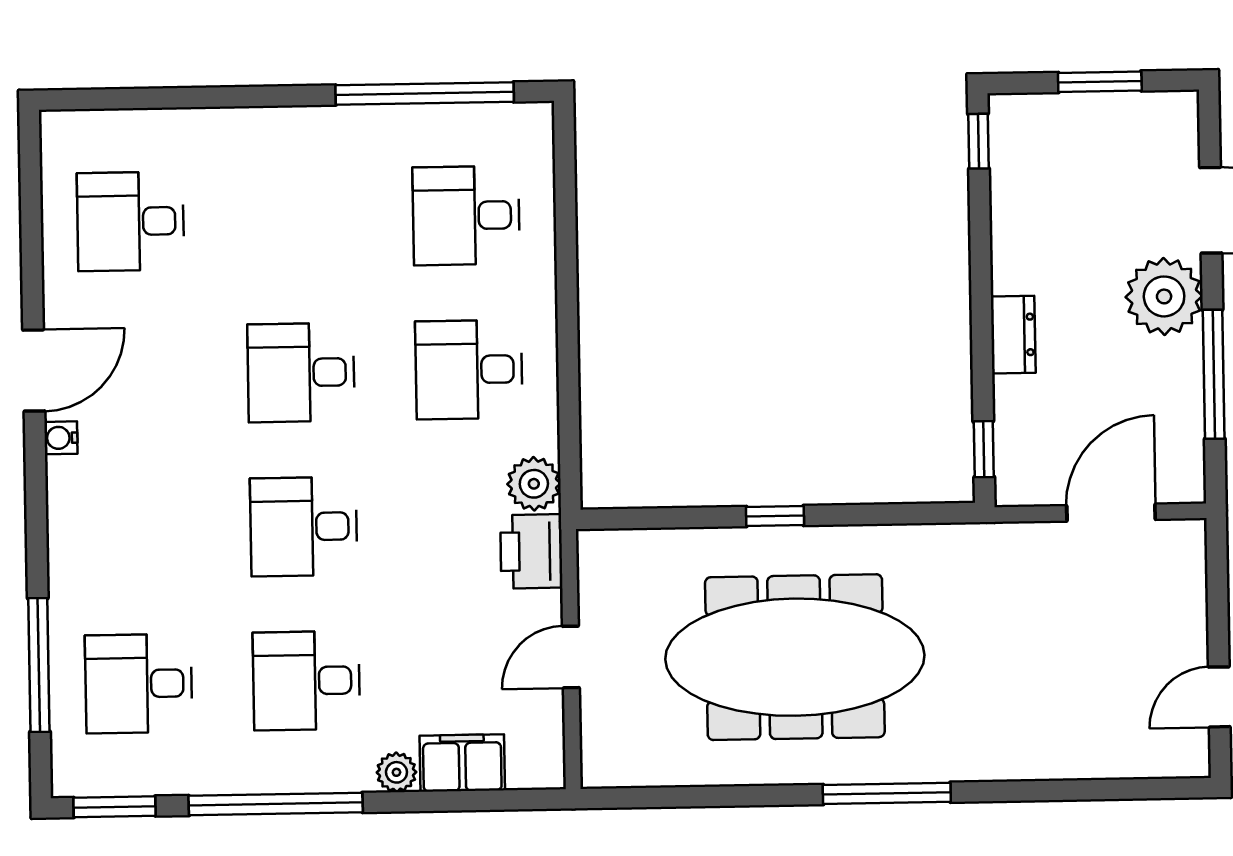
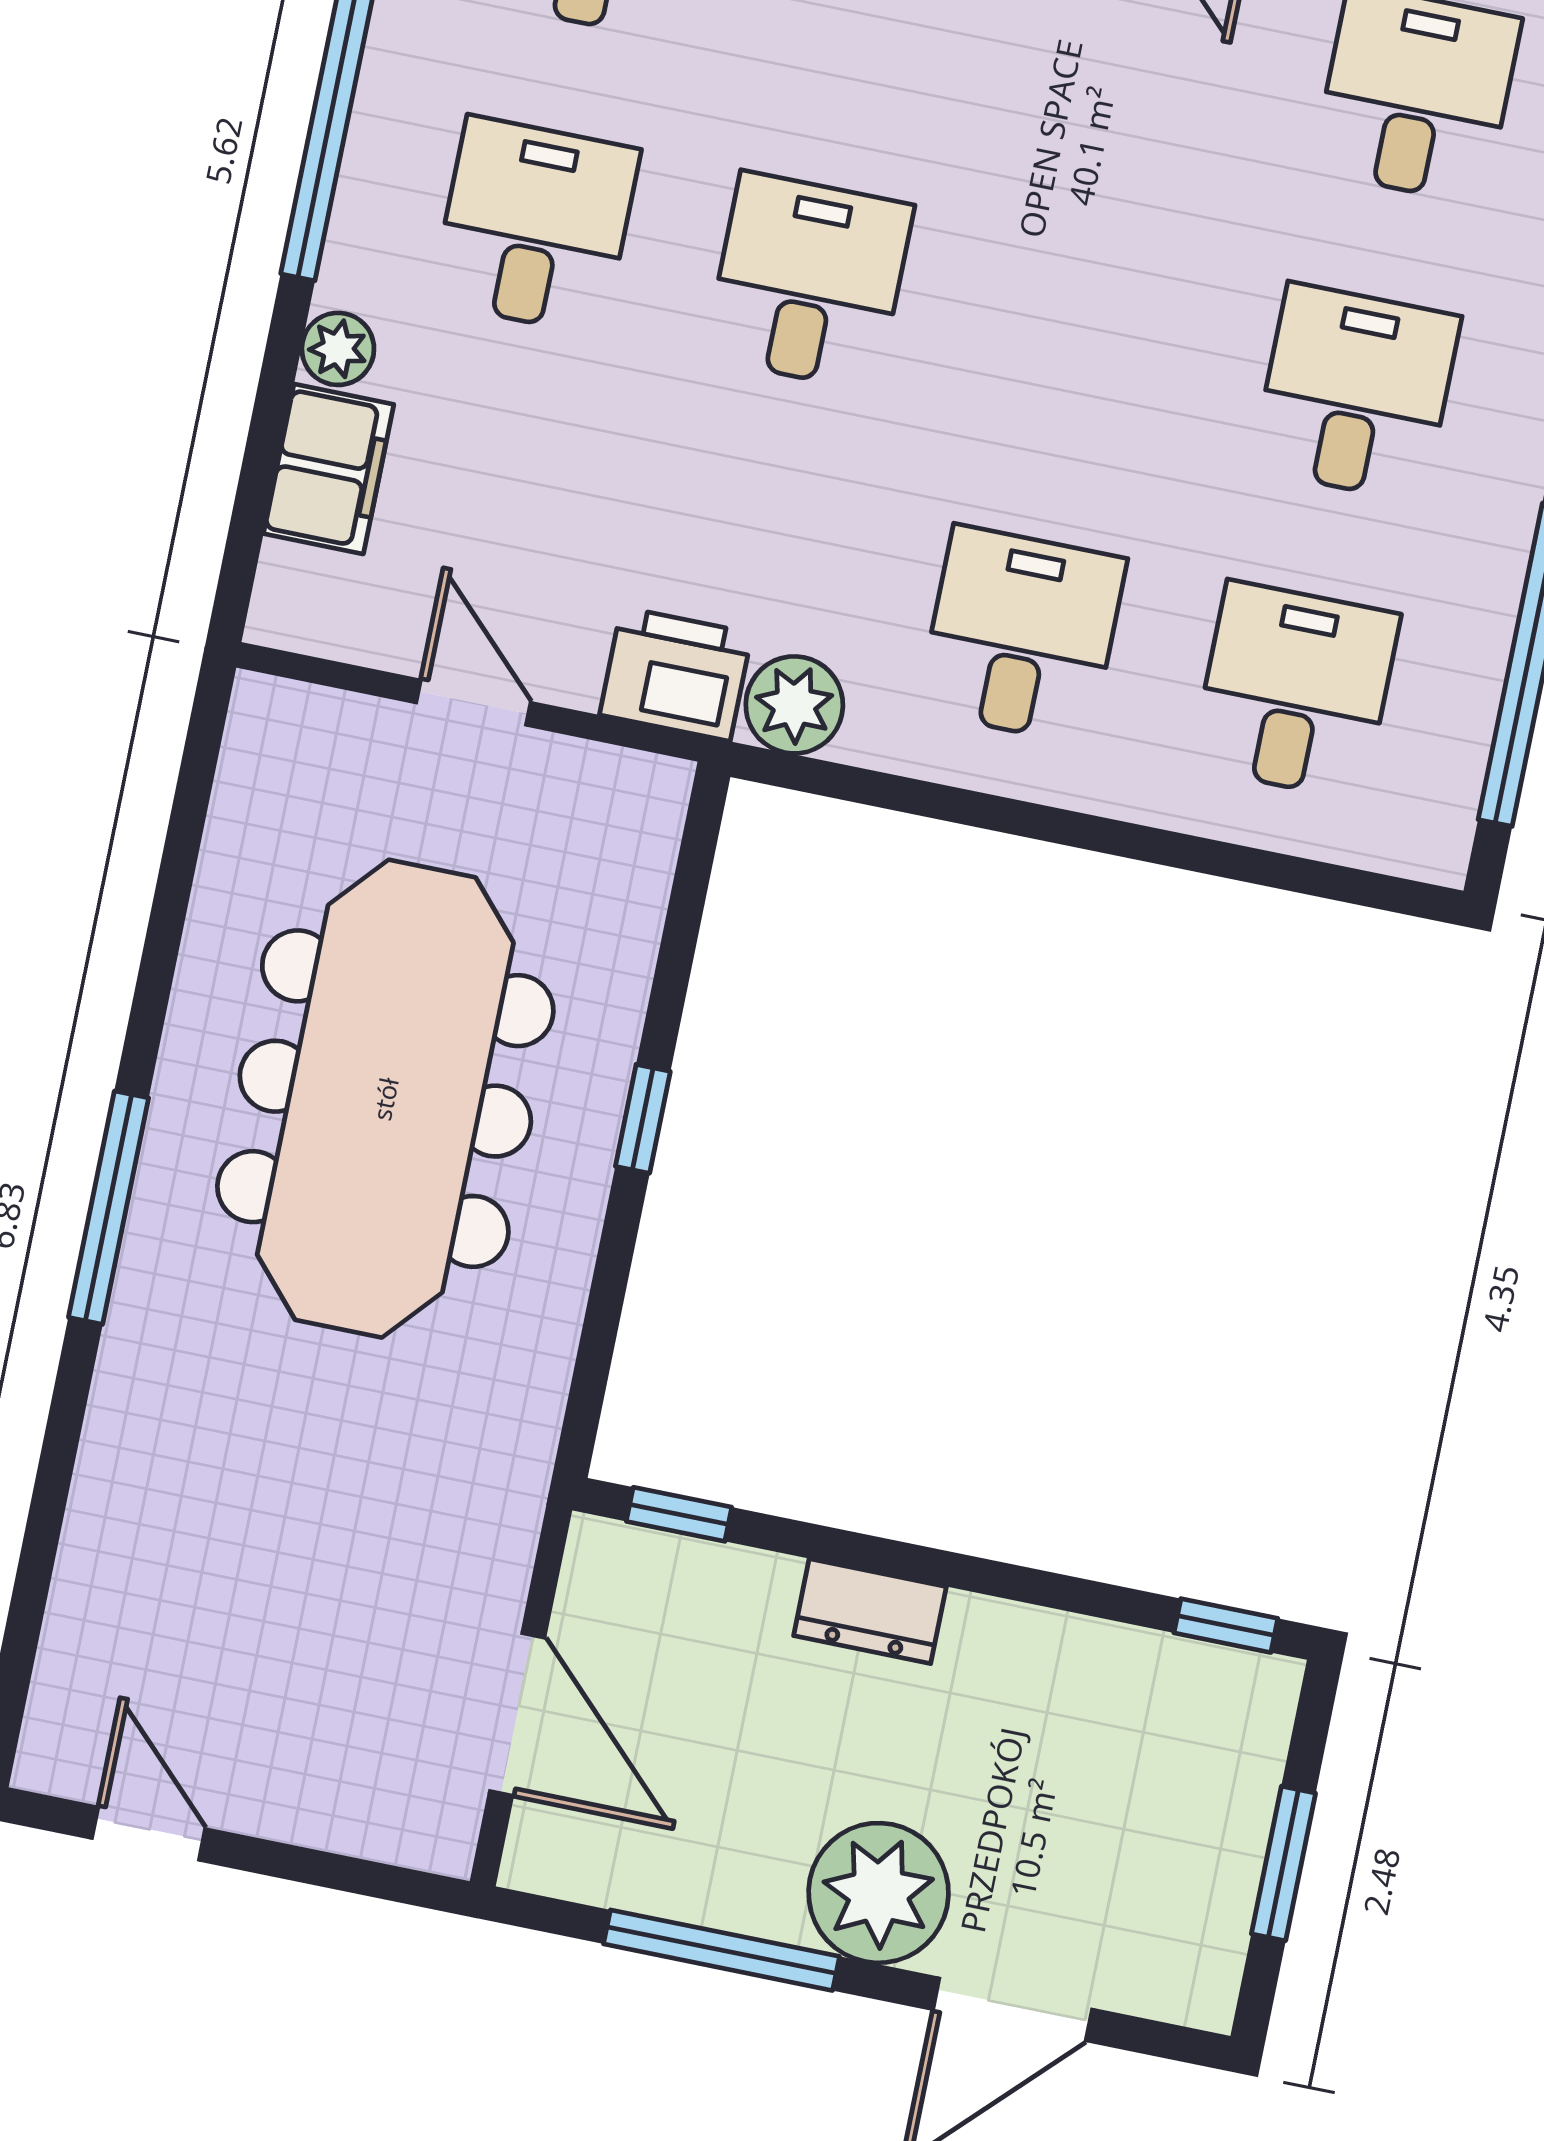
desk: (301, 373) -> (1356, 393), moved

